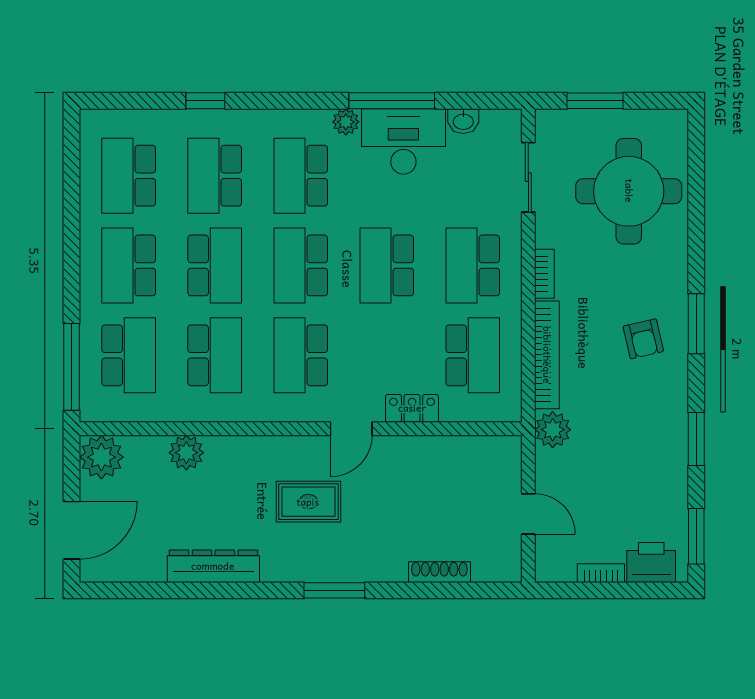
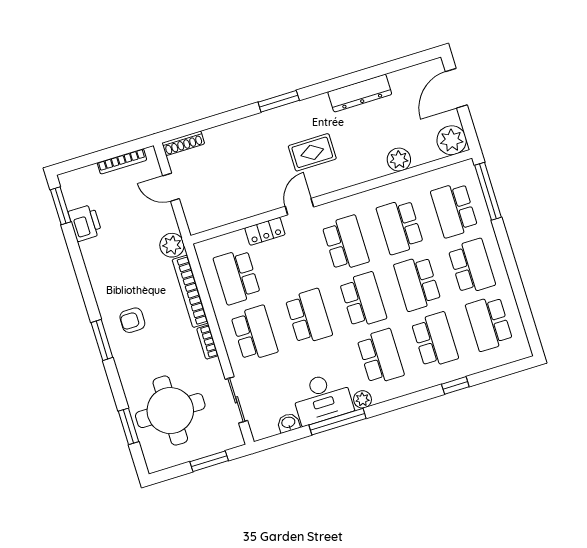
school desk: (129, 176) -> (489, 323), turned 180
armchair: (643, 339) -> (132, 320), turned -77
window: (696, 439) -> (128, 426), moved
printer: (651, 562) -> (85, 223), moved, turned -90
shoe rack: (439, 572) -> (183, 143), moved
bookcase: (601, 573) -> (122, 161), width x1.56

